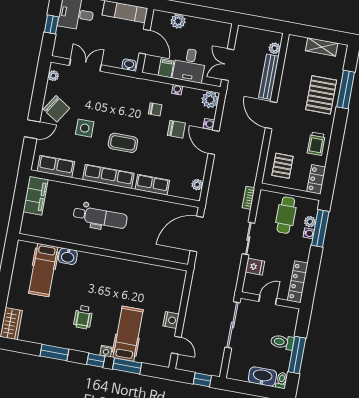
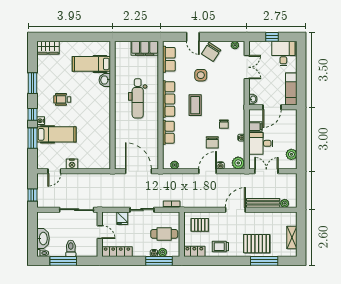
plant: (178, 21) -> (291, 154), moved

